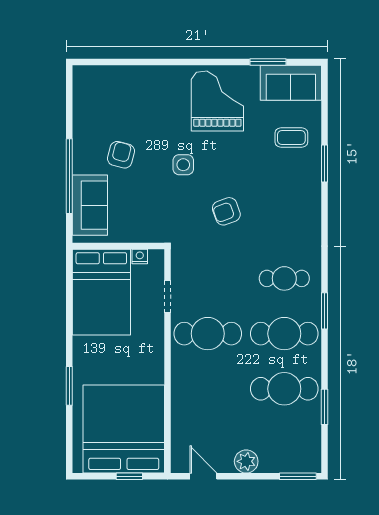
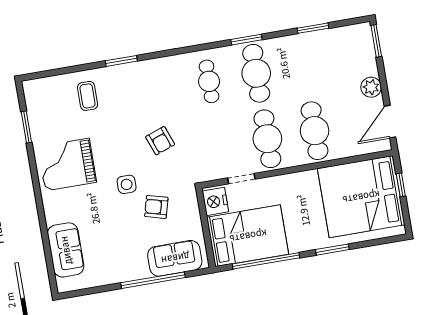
sofa: (291, 83) -> (66, 250), moved
armchair: (121, 155) -> (156, 207), moved
window: (325, 164) -> (121, 61), moved
nightstand: (140, 257) -> (215, 201), width x1.89, depth x1.79
window: (69, 308) -> (266, 261), added
window: (325, 311) -> (246, 40), moved
cafe table: (284, 389) -> (315, 131), moved
door: (203, 476) -> (390, 122), width x1.38

